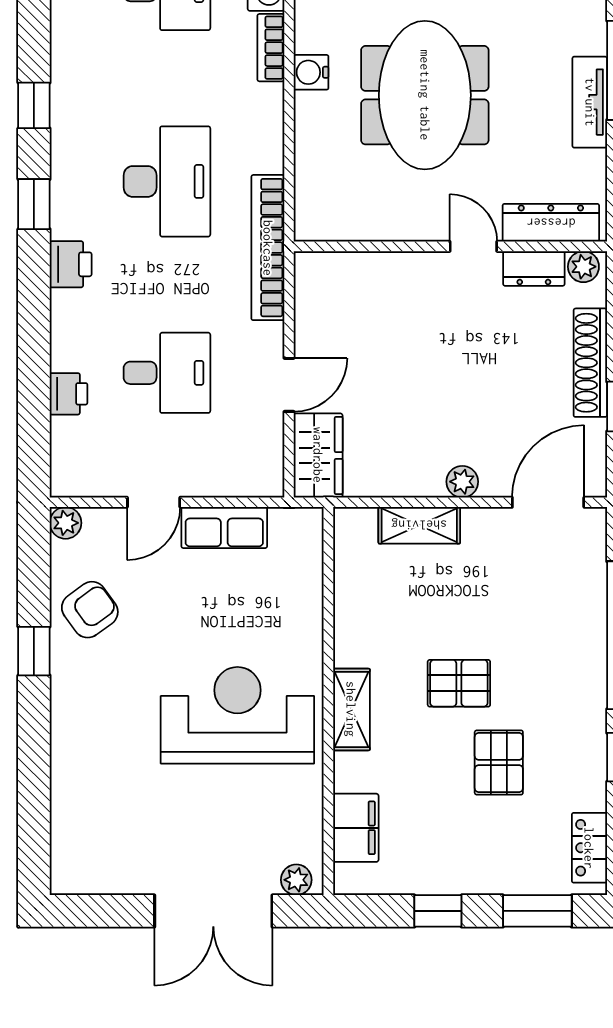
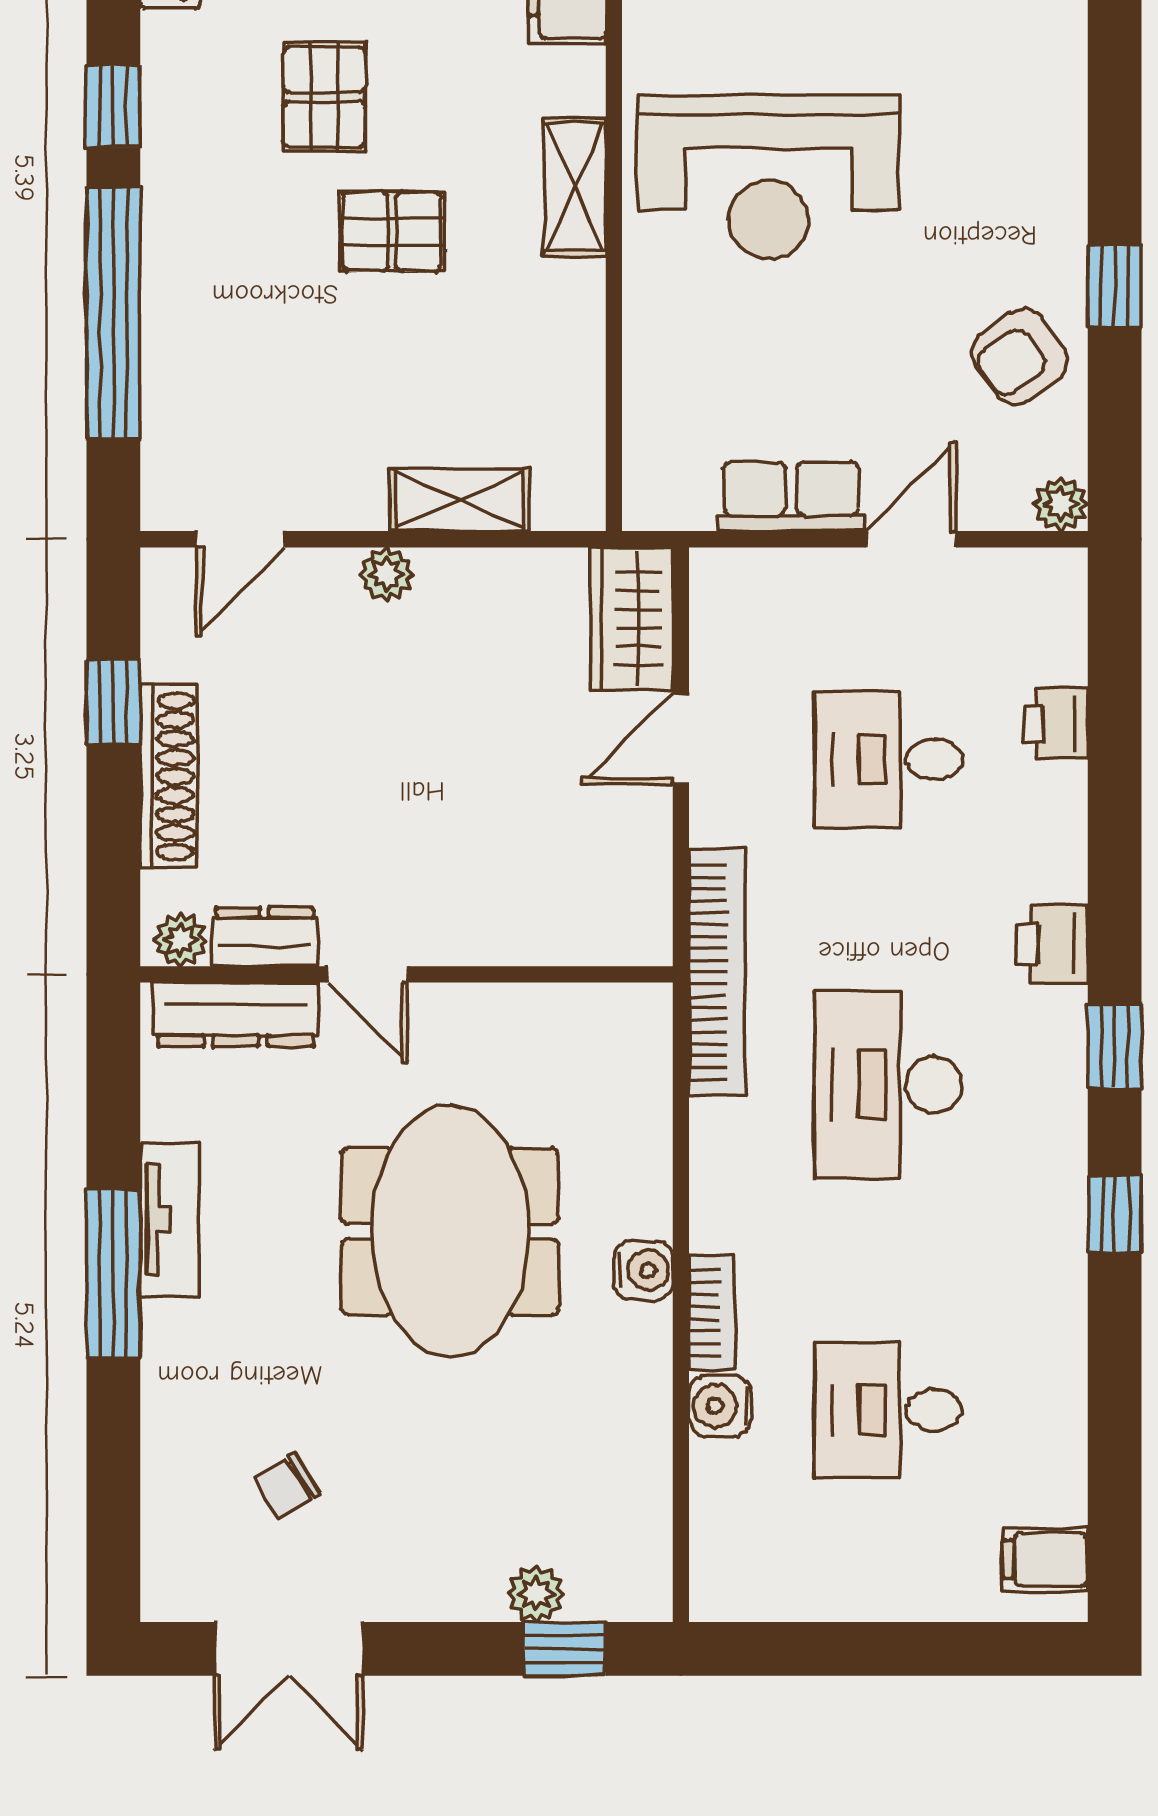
door: (548, 502) -> (240, 539), width x0.73

